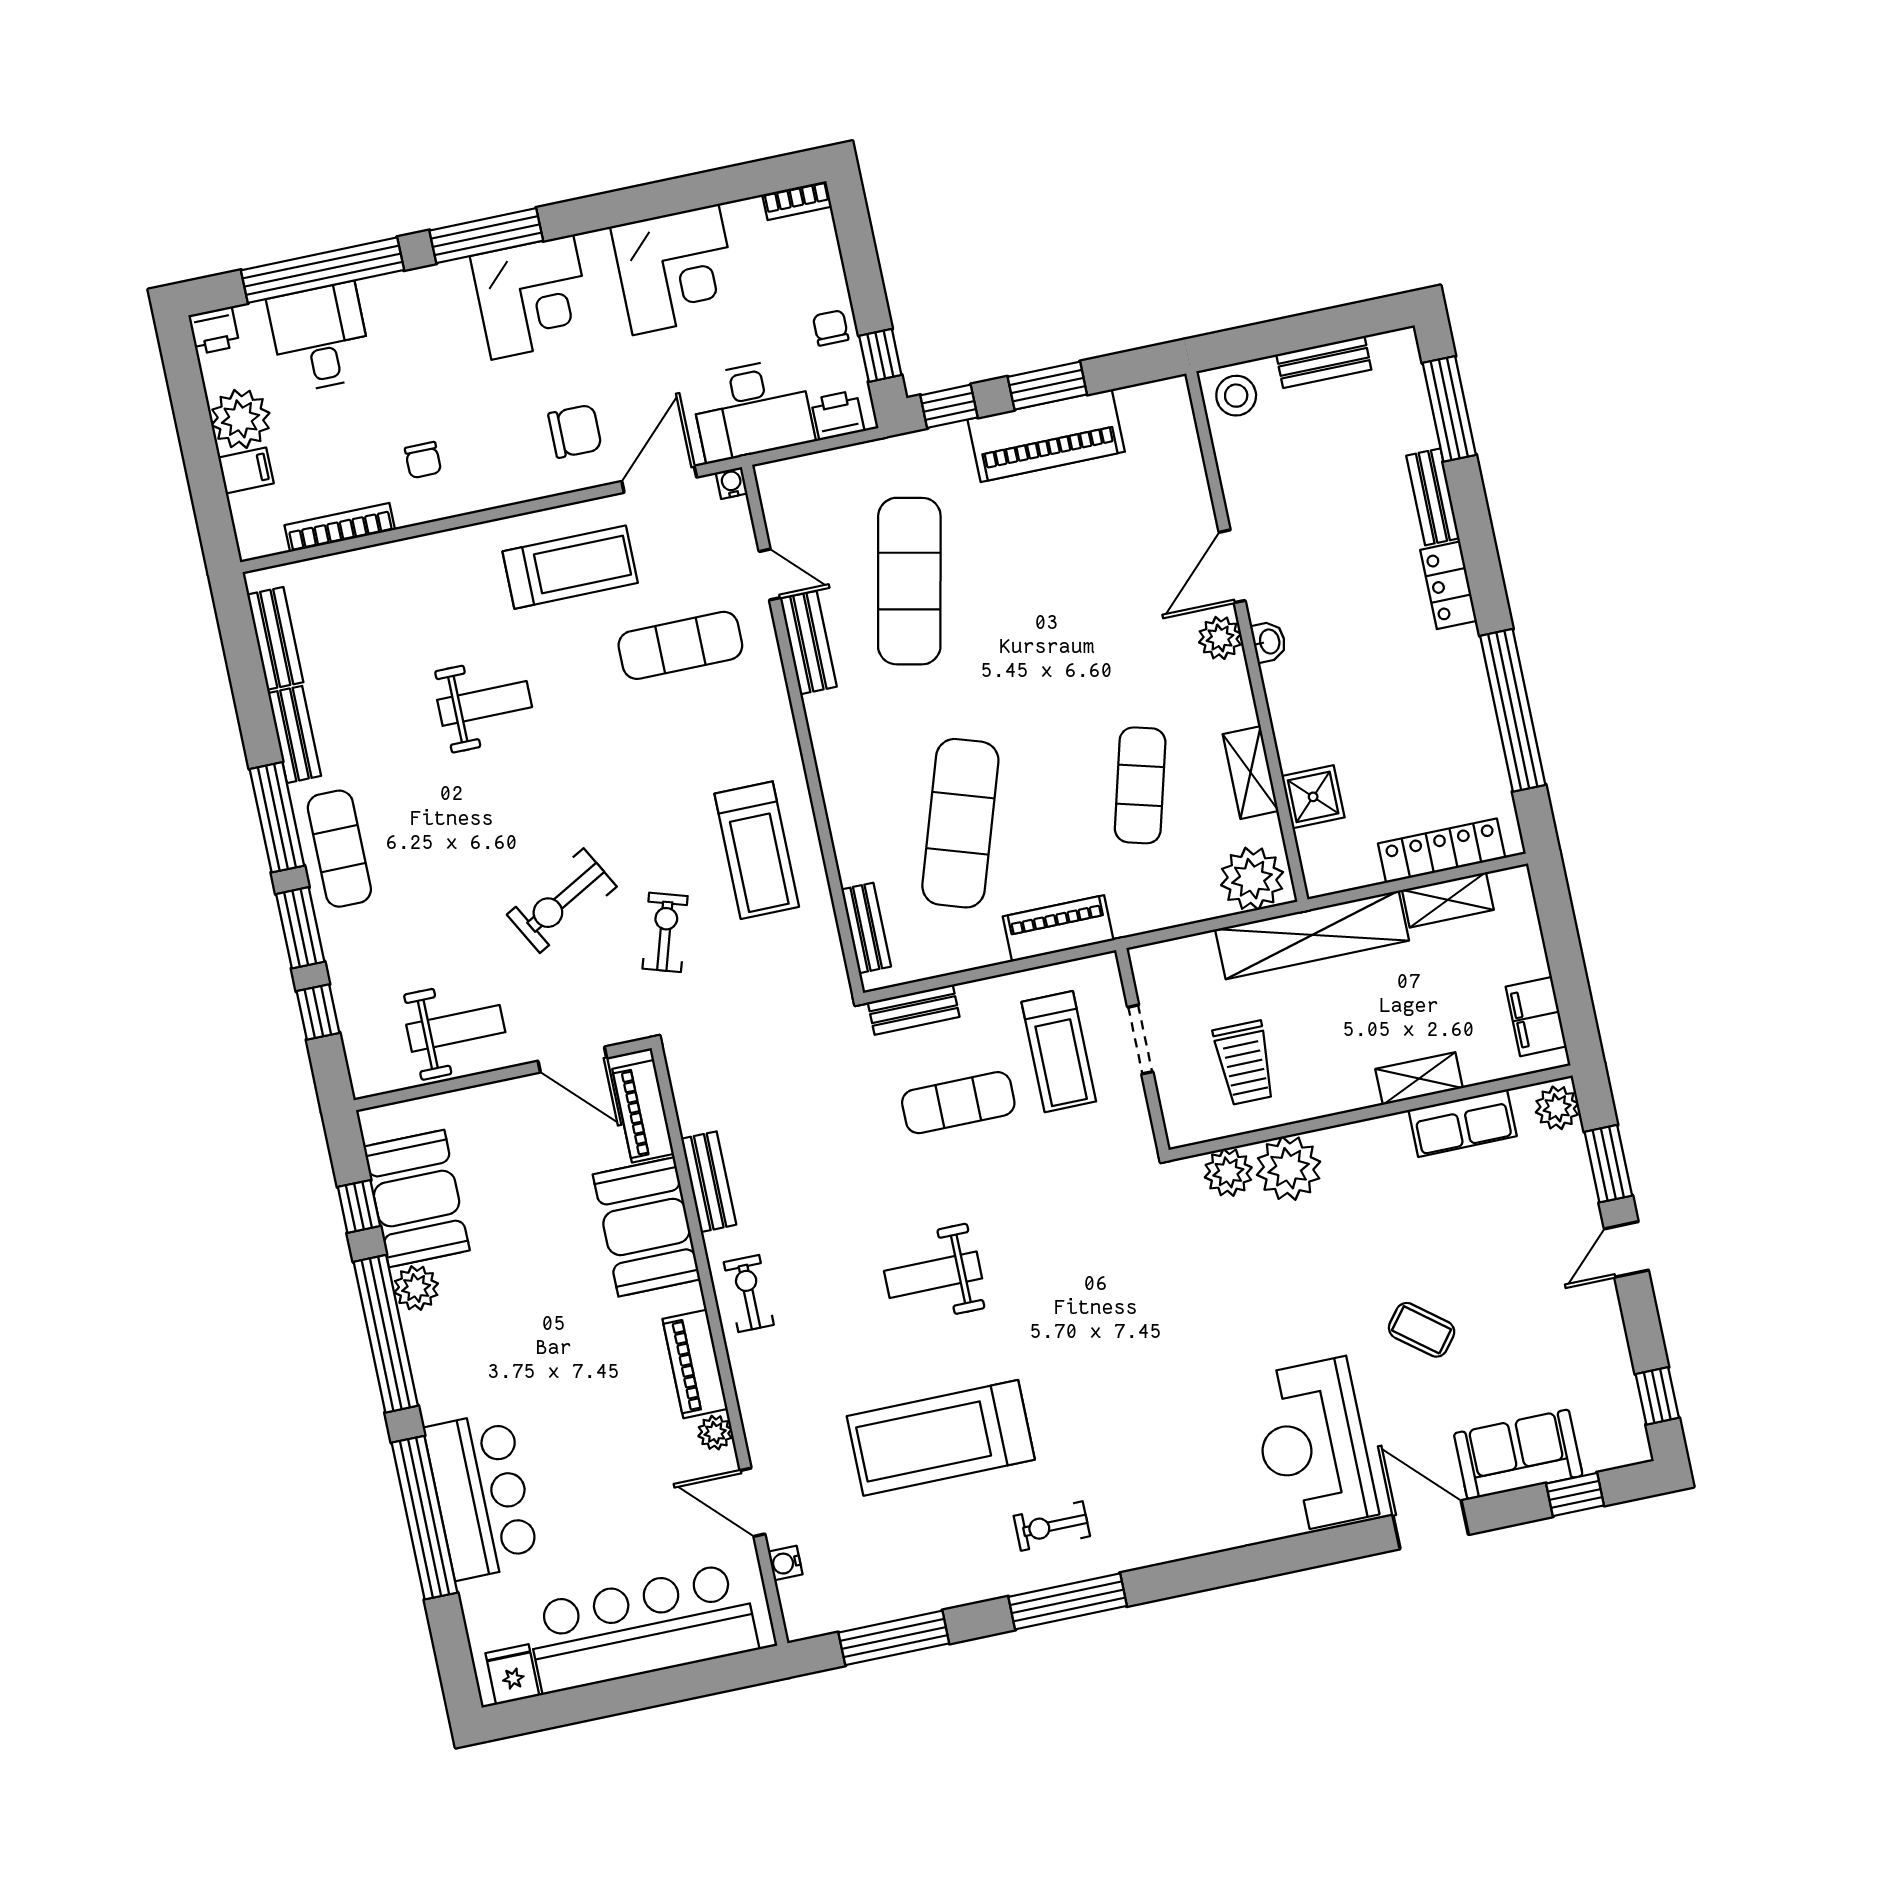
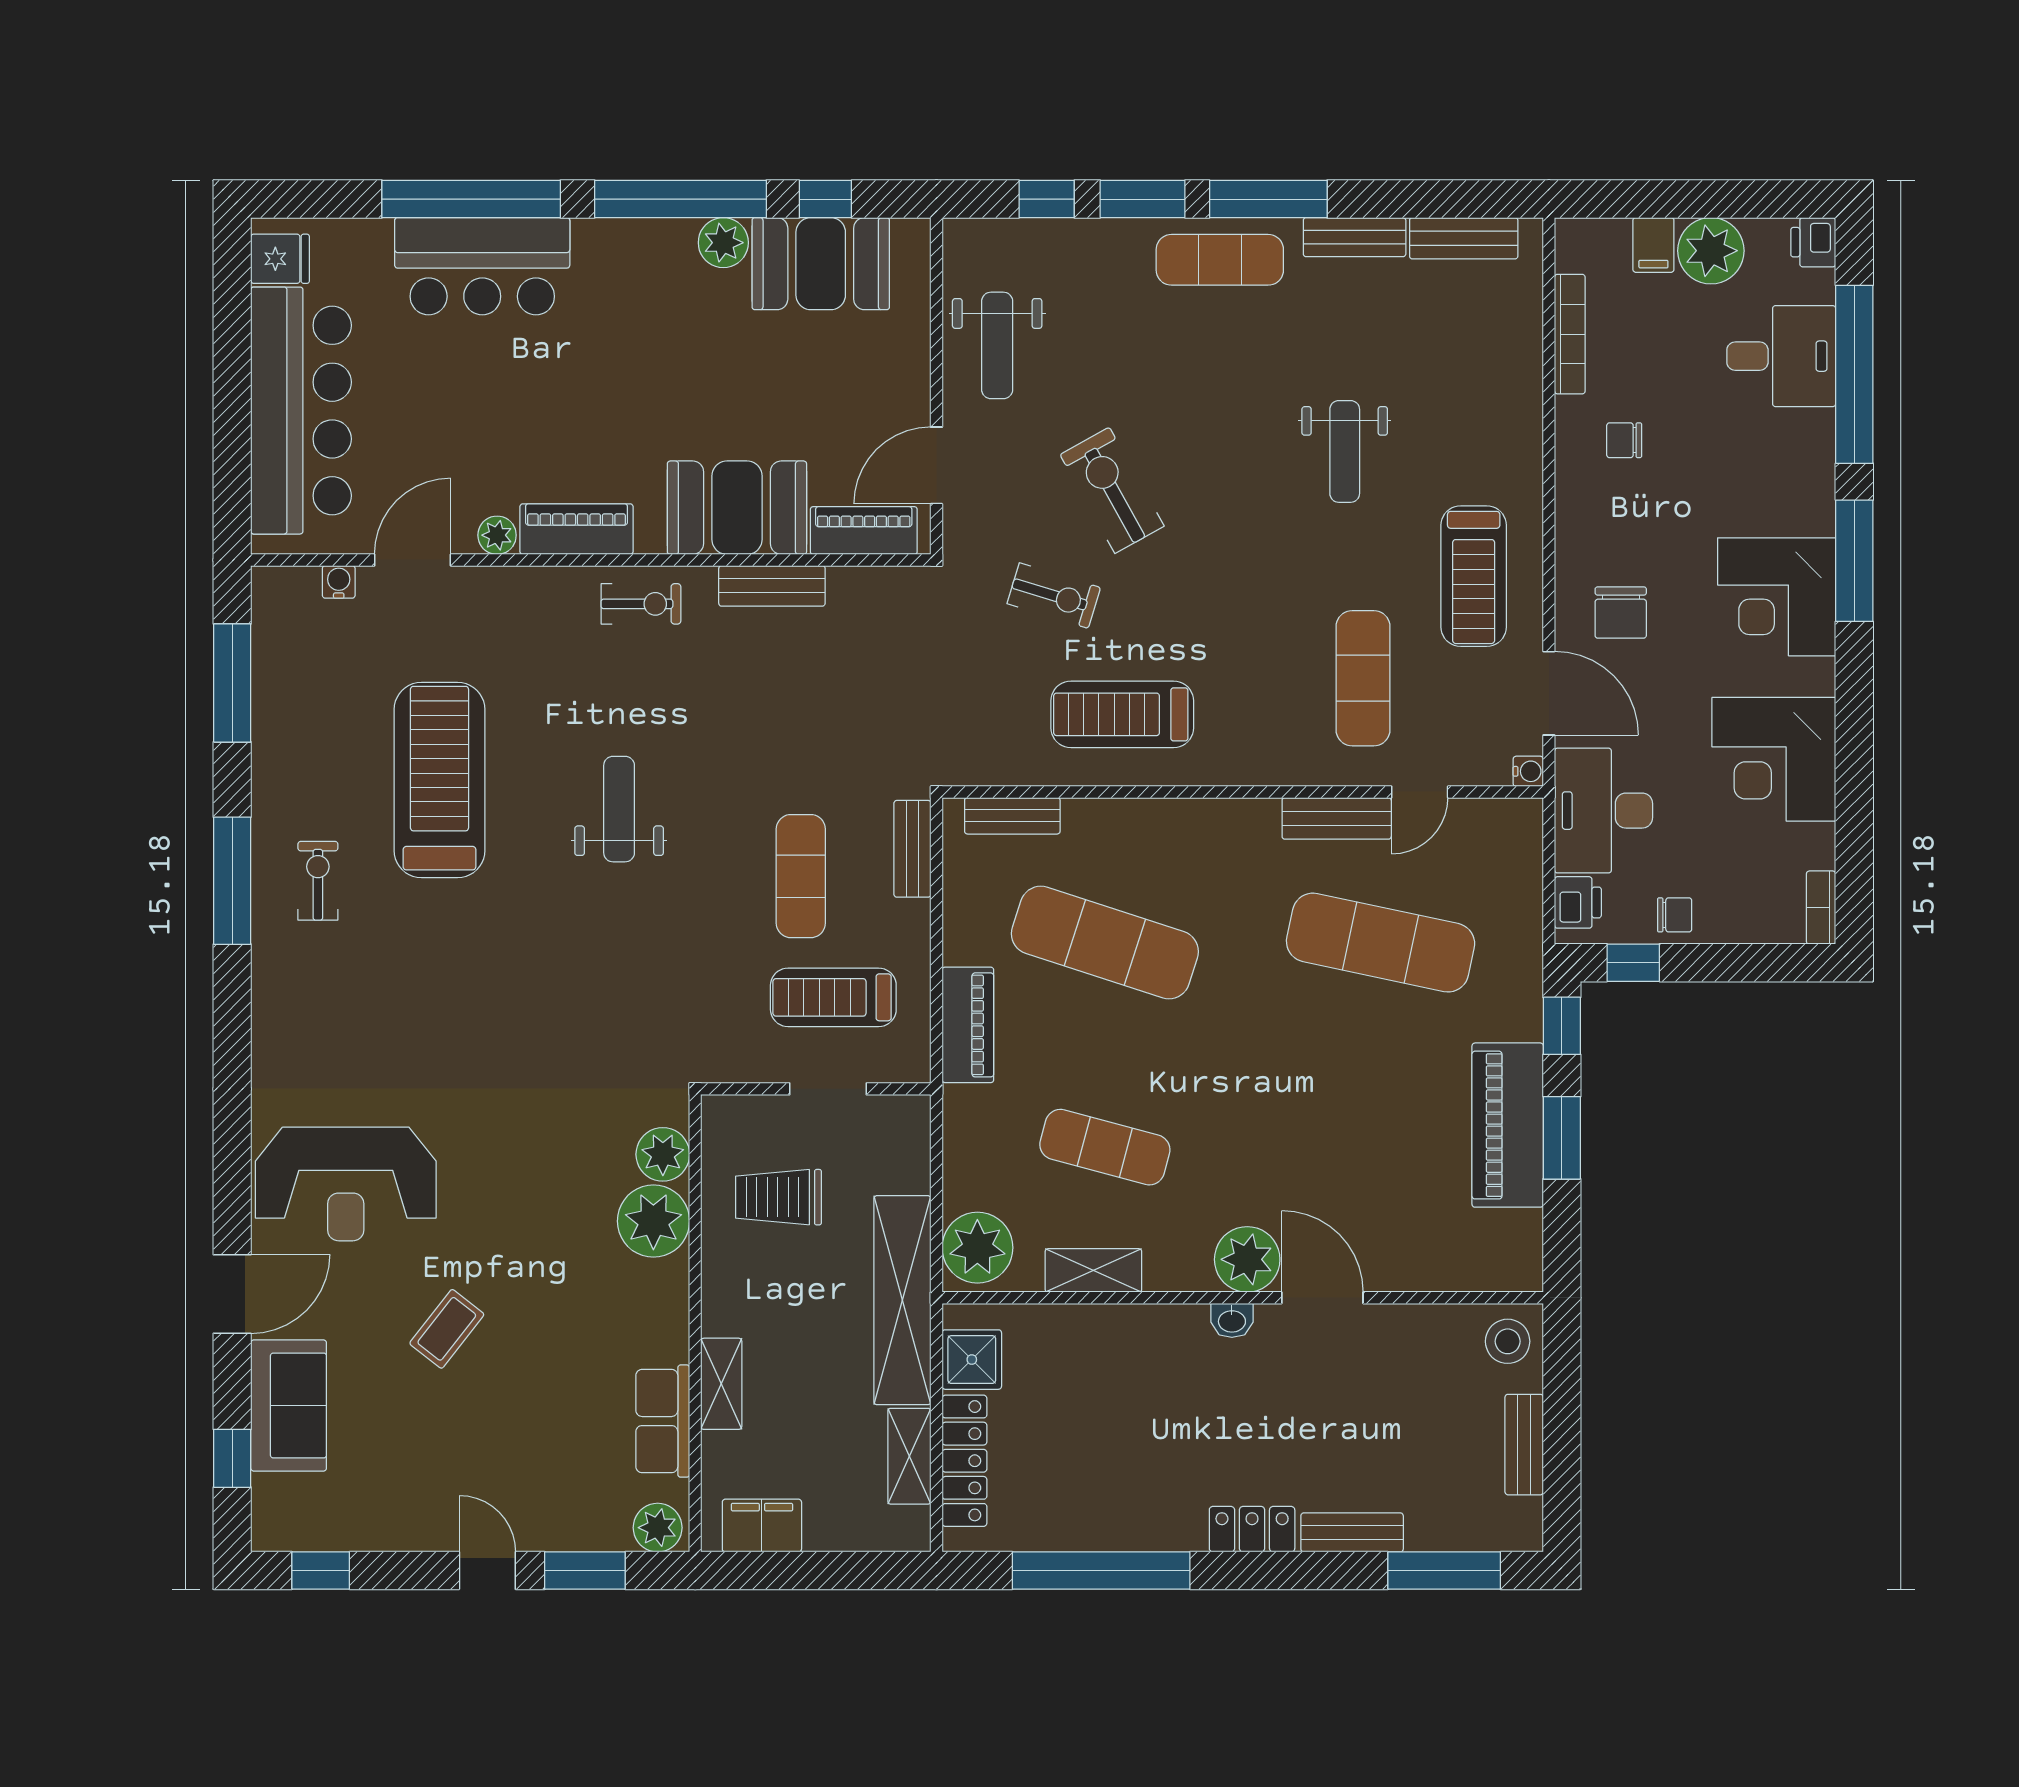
plant: (1220, 638) -> (1247, 1259), width x1.36, depth x1.36
shower: (1313, 797) -> (972, 1360), moved
reception desk: (1313, 1445) -> (346, 1184), turned 180

